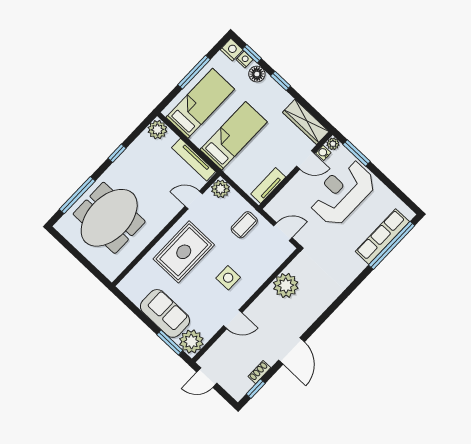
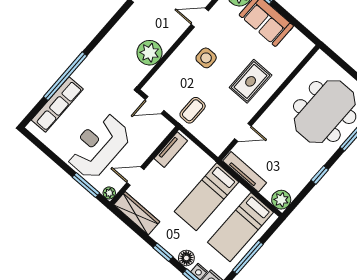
water cooler: (323, 153) -> (118, 184), removed
plant: (221, 189) -> (217, 144), removed
reception desk: (342, 193) -> (98, 146), turned 180
window: (392, 245) -> (65, 76), moved
rug: (184, 252) -> (251, 81), width x0.73, depth x0.70

